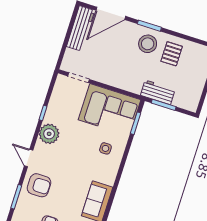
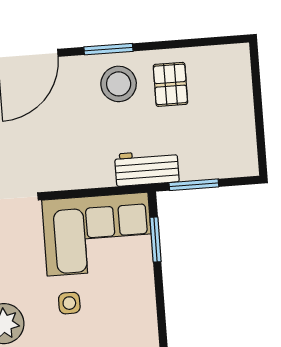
workbench: (158, 92) -> (147, 168), moved
side table: (105, 148) -> (69, 303), moved

